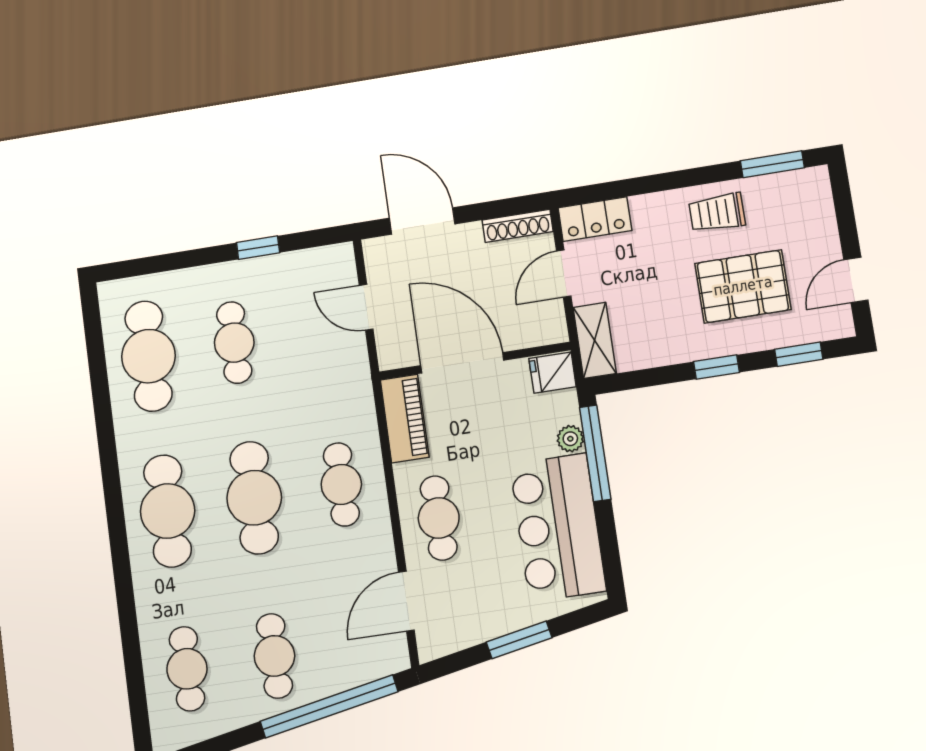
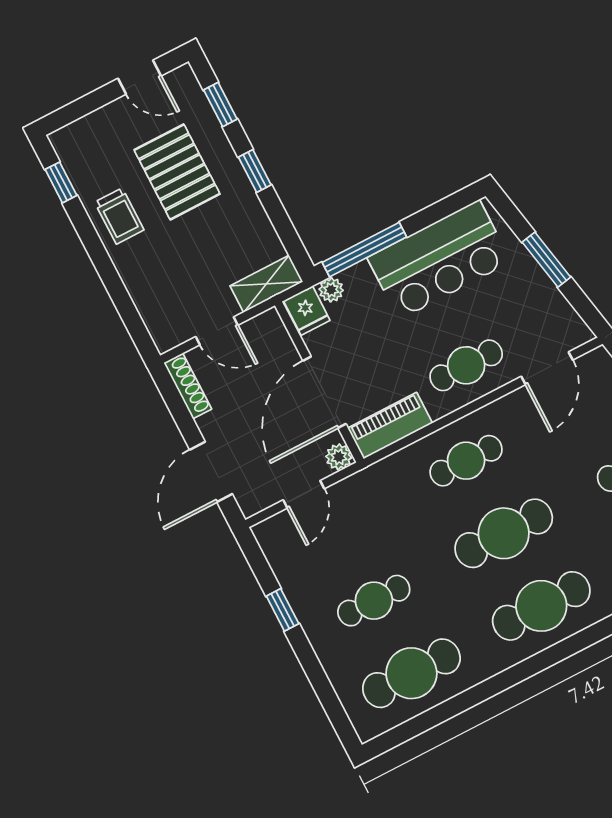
window: (772, 164) -> (61, 182), width x0.67
locker: (595, 219) -> (160, 320), removed
plant: (391, 355) -> (339, 457), added
plant: (570, 439) -> (331, 290), moved
door: (406, 601) -> (547, 368), hinge flipped

